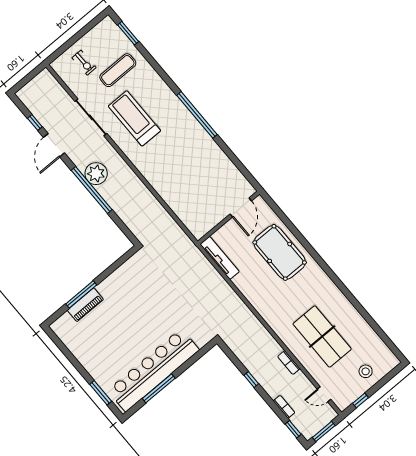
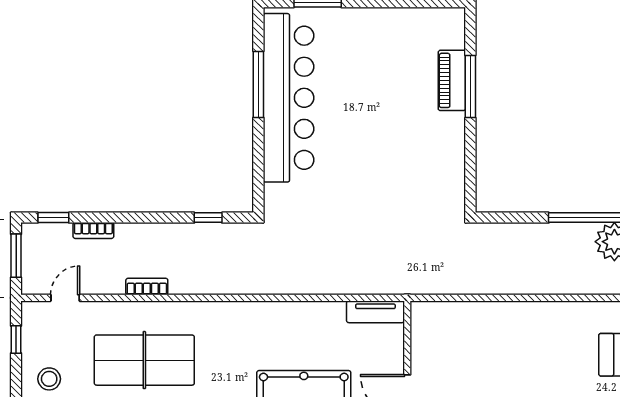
tv unit: (220, 258) -> (375, 312), width x0.71
window: (251, 379) -> (208, 218), moved

